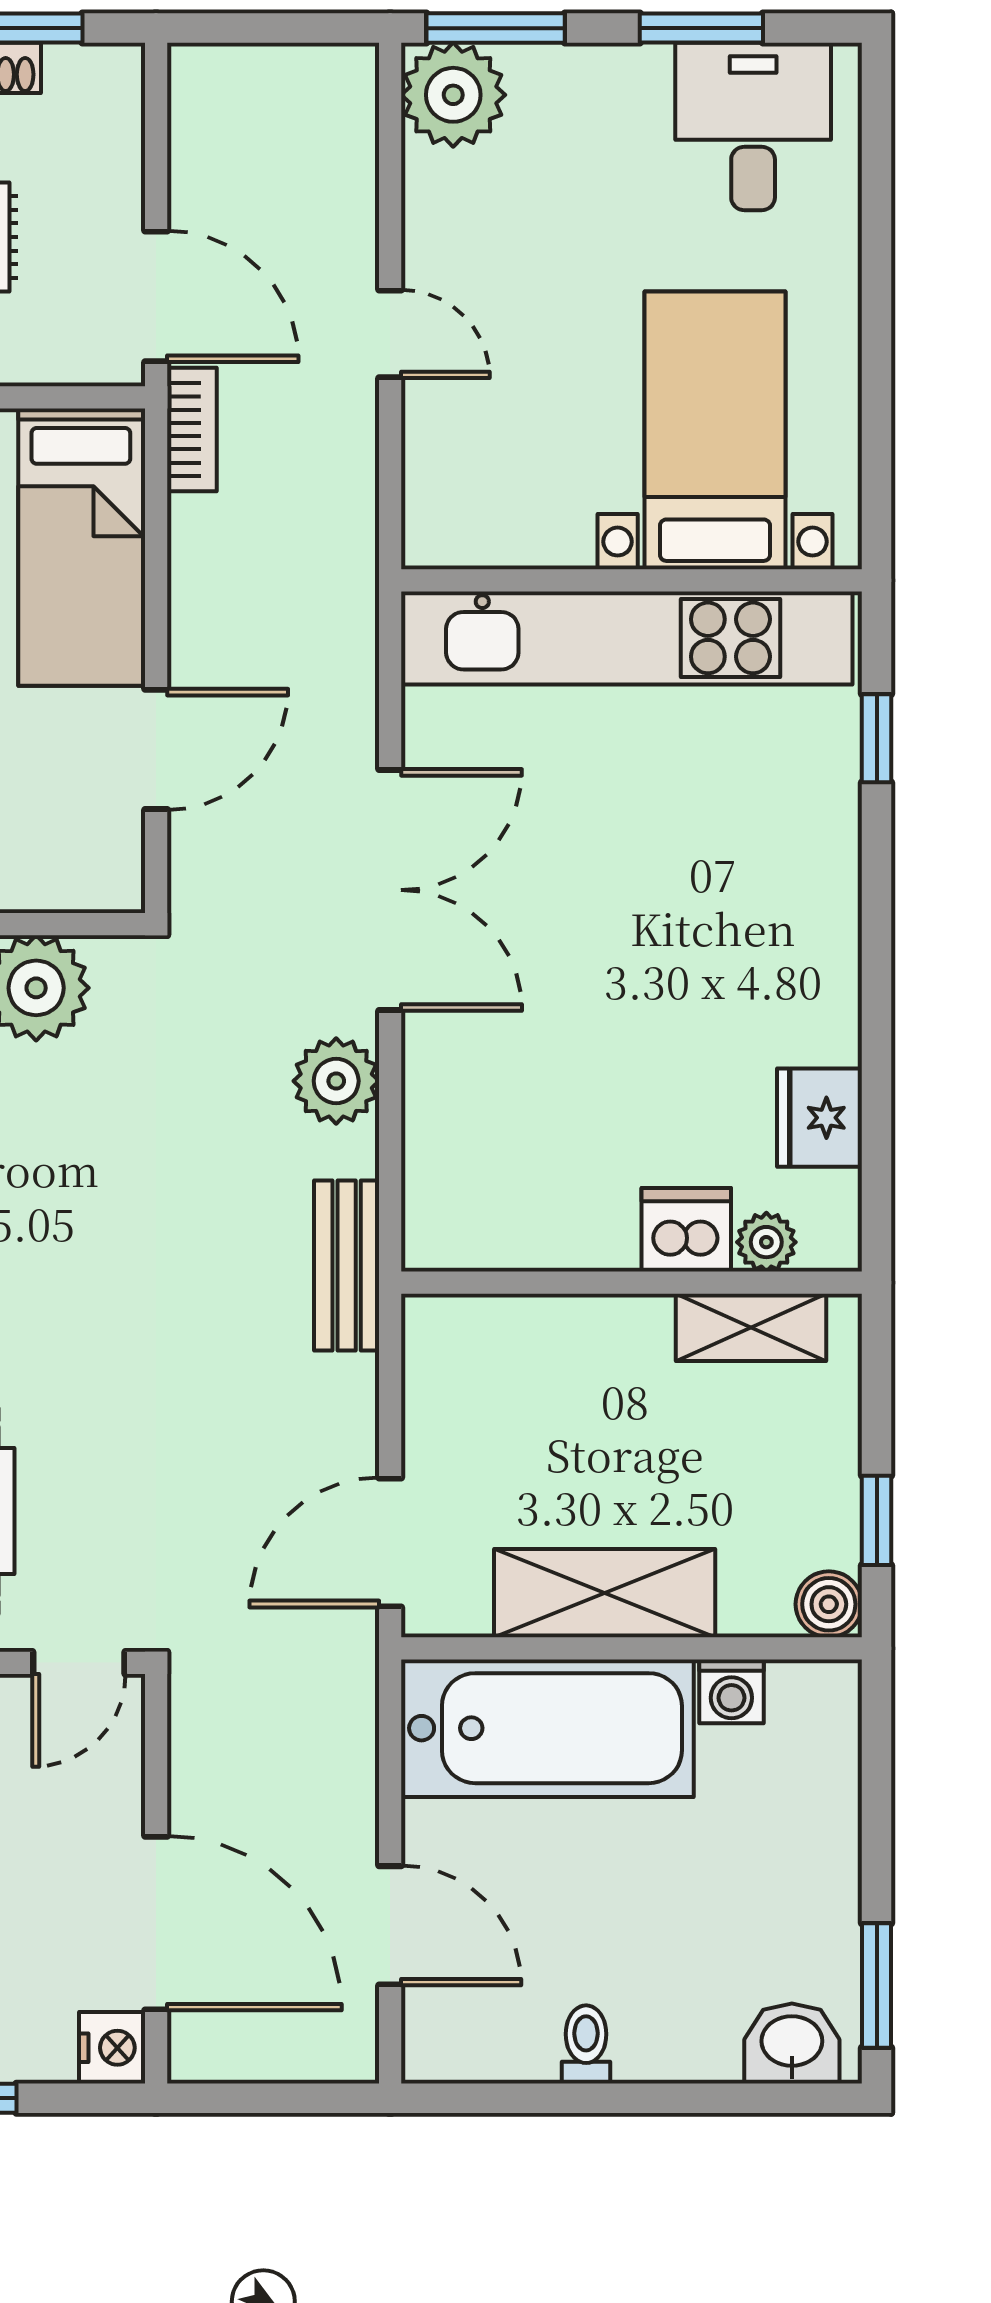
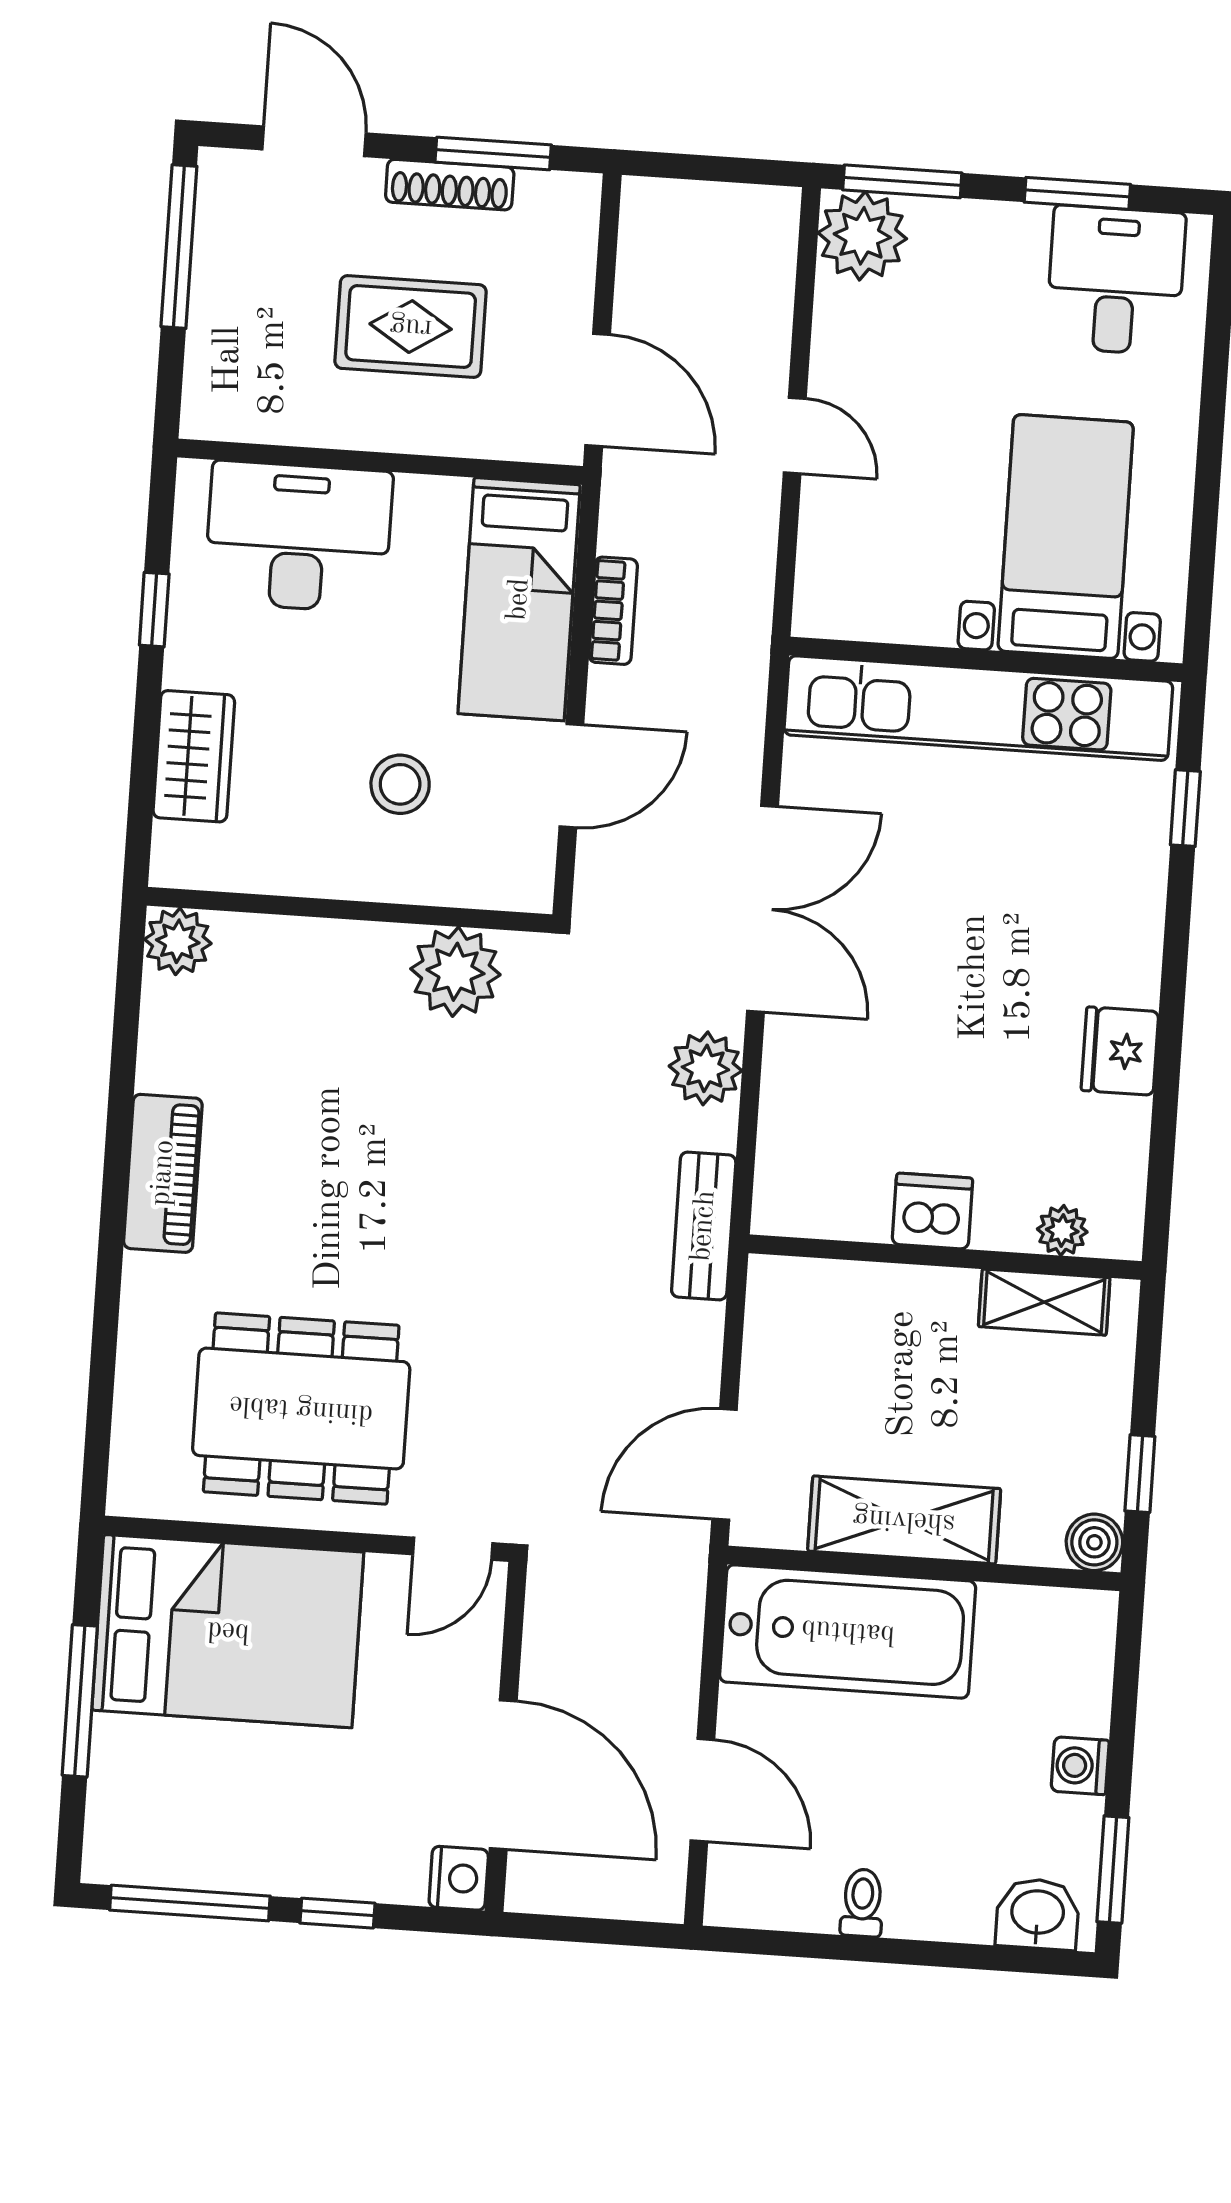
bookcase: (192, 429) -> (613, 611), moved
fridge: (820, 1118) -> (1120, 1051), moved
dishwasher: (686, 1230) -> (932, 1211), moved
washing machine: (731, 1691) -> (1080, 1766), moved, turned 90

